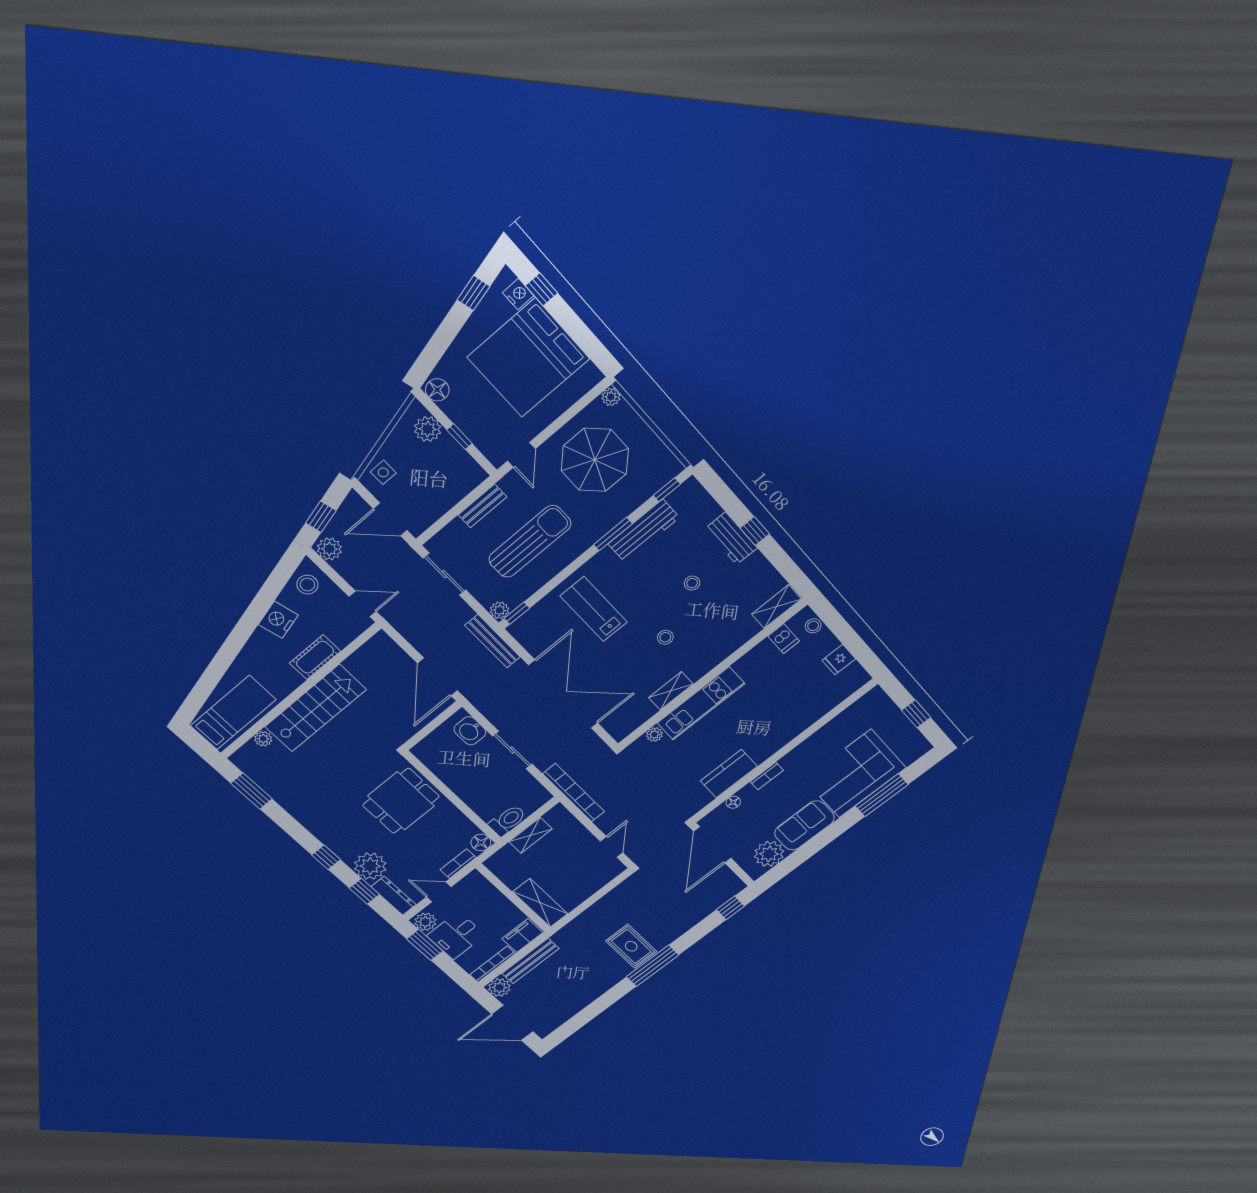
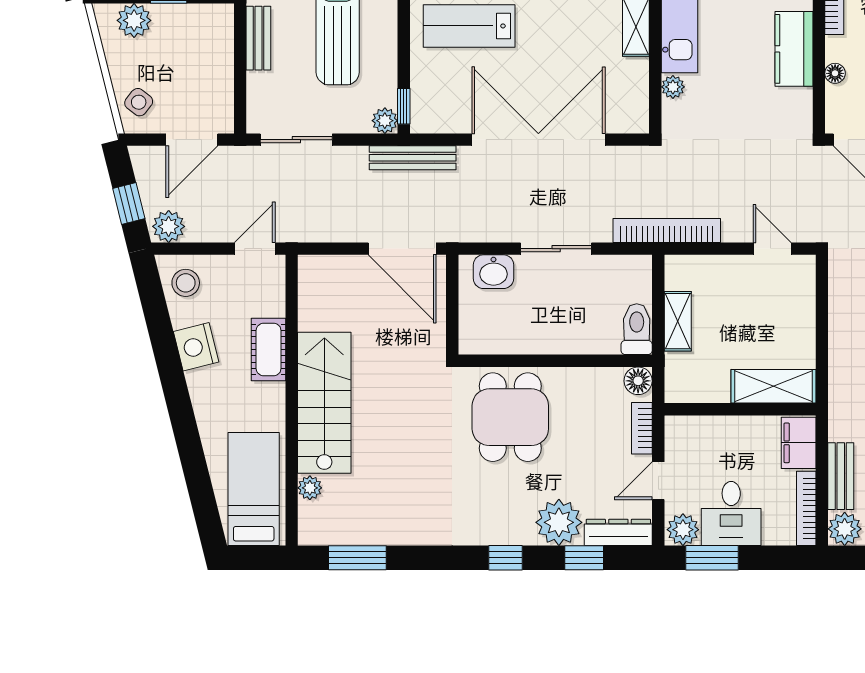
side table: (383, 472) -> (139, 102), turned 38
bench: (530, 961) -> (841, 476), width x0.73

